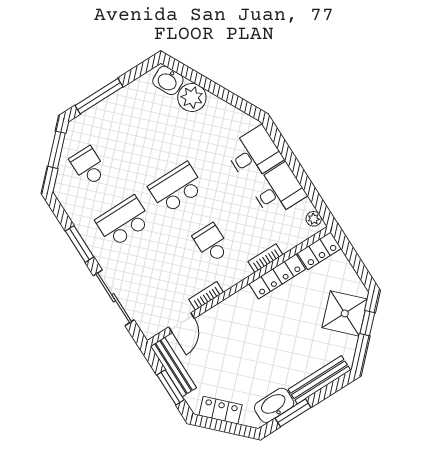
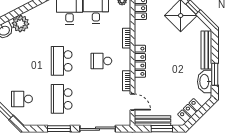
locker: (277, 276) -> (140, 61), moved

